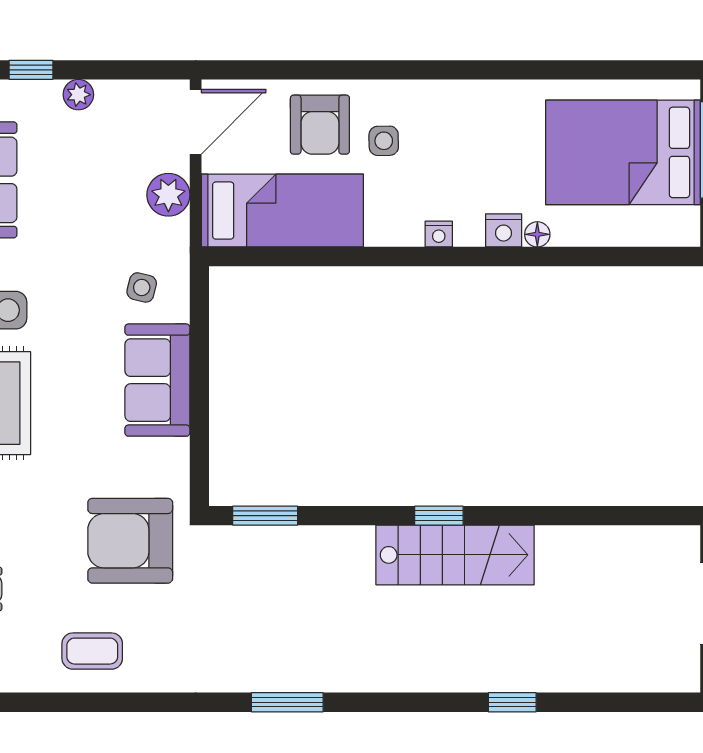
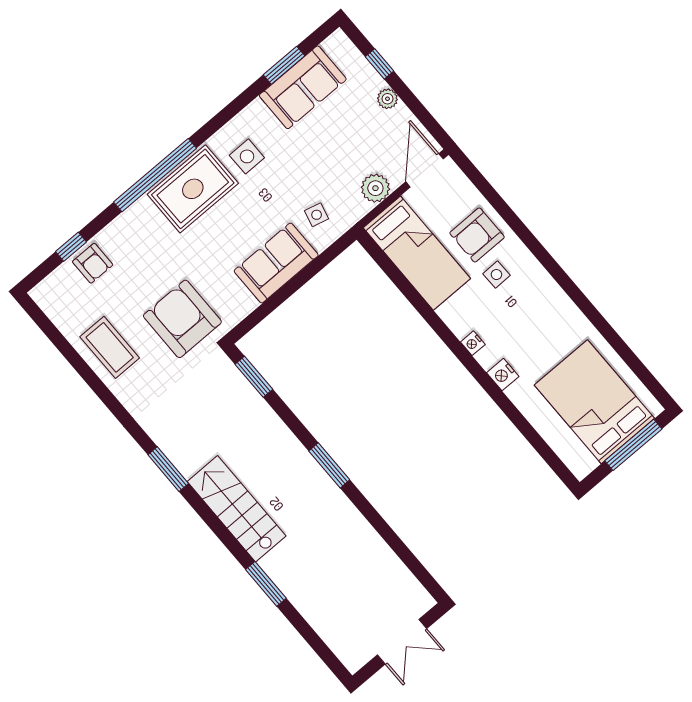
door: (196, 122) -> (425, 170), swing flipped
floor lamp: (537, 234) -> (515, 393), removed
window: (439, 516) -> (329, 465), width x1.50
stairs: (455, 555) -> (237, 509), moved, turned 180
coffee table: (92, 651) -> (110, 347), width x1.36, depth x1.30
window: (512, 702) -> (266, 584), width x1.50

